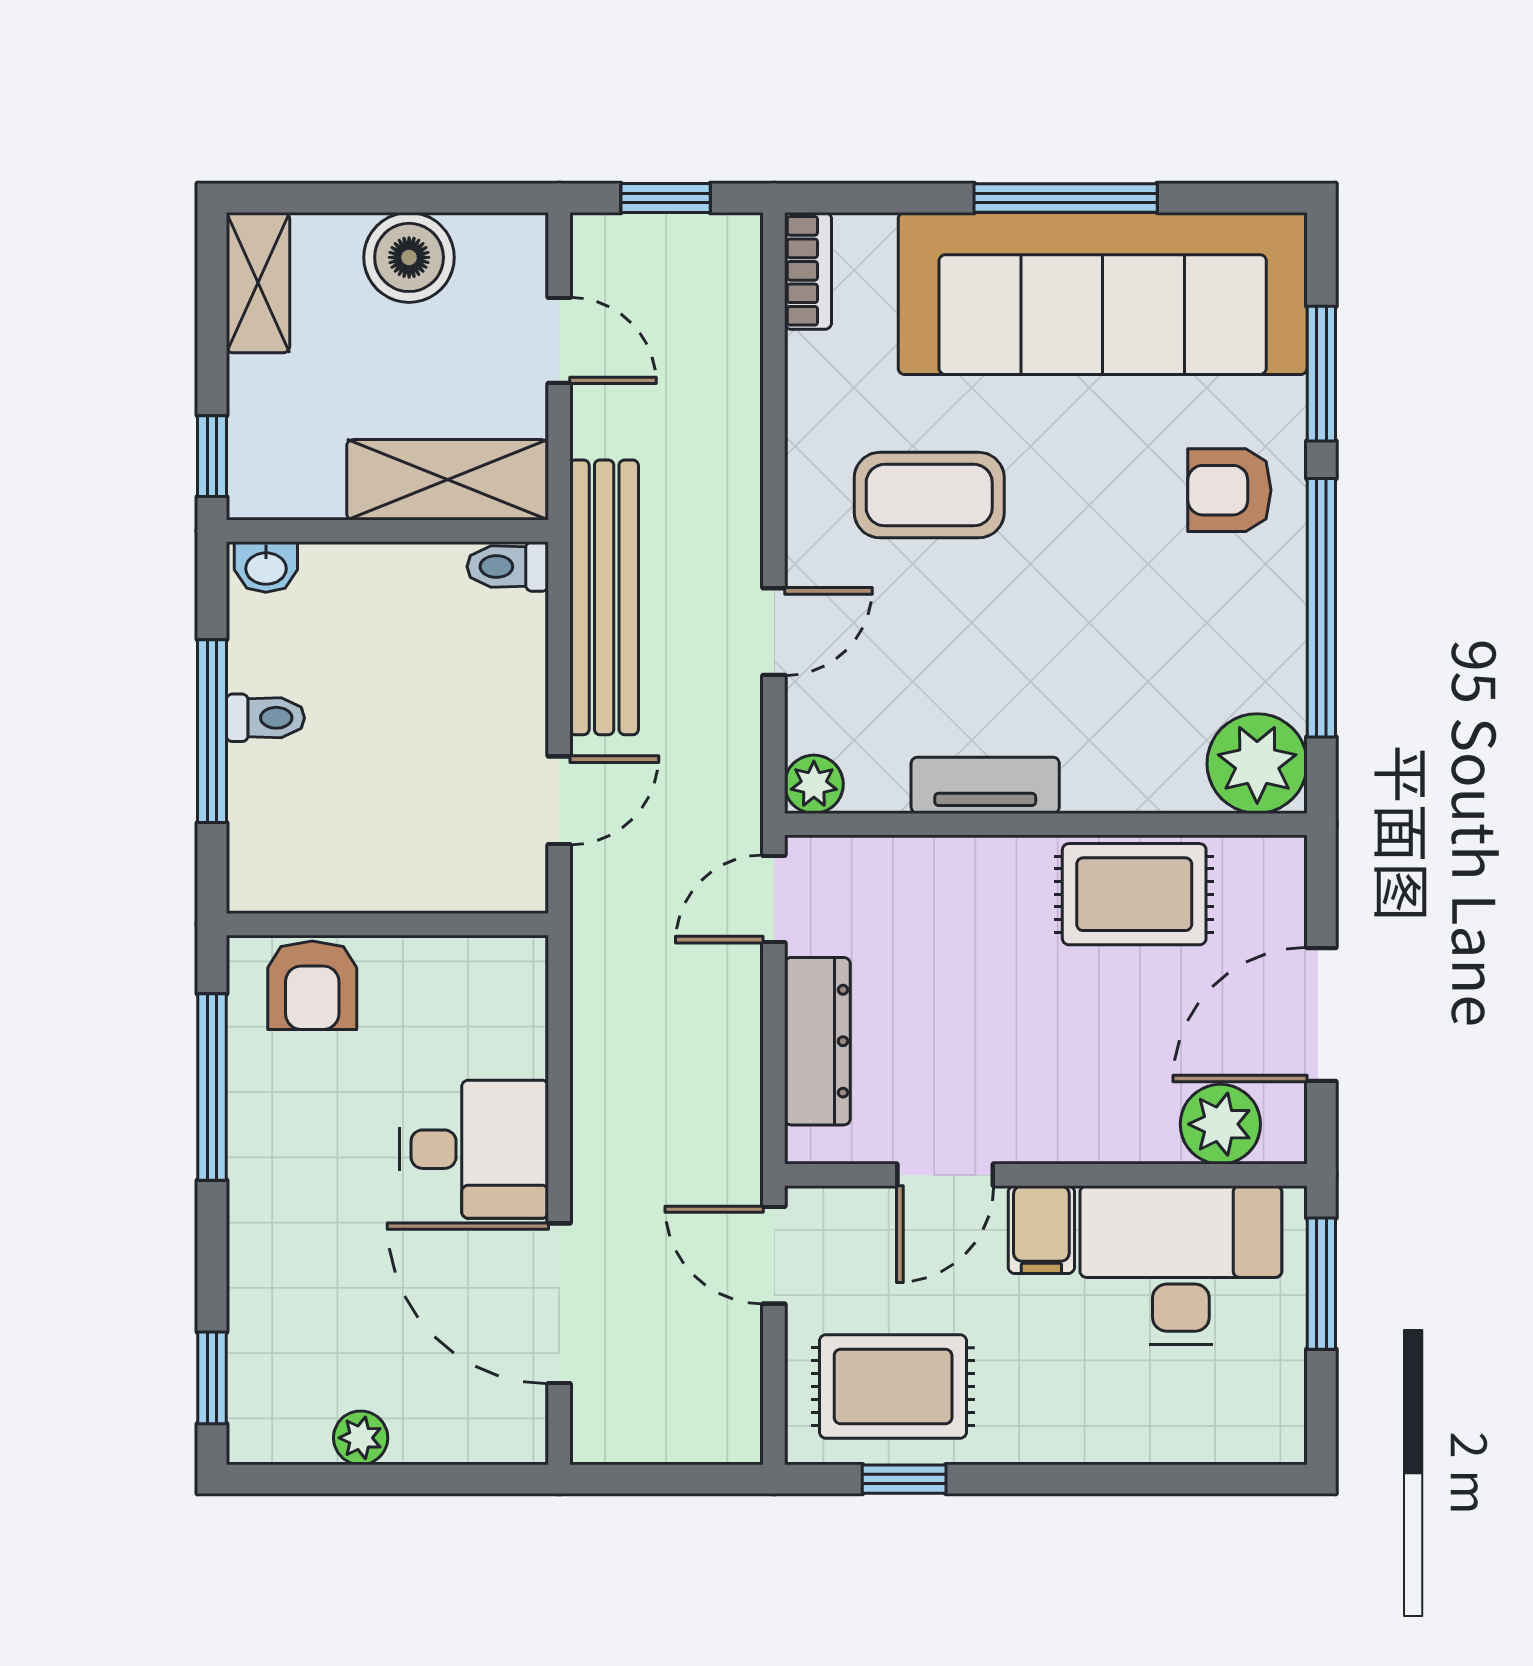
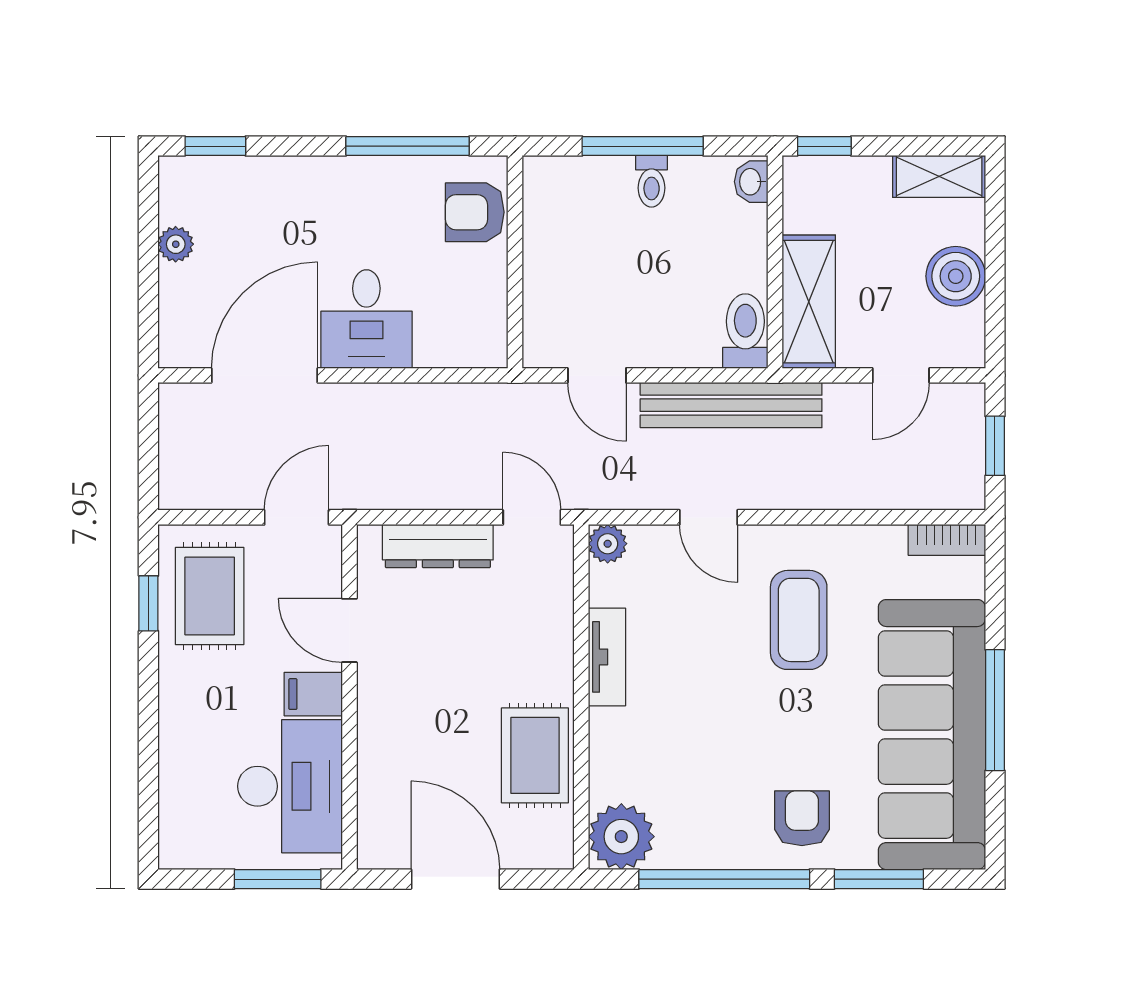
toilet: (508, 567) -> (745, 331), width x1.37, depth x1.39
plant: (1220, 1124) -> (383, 812), removed

